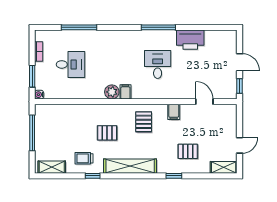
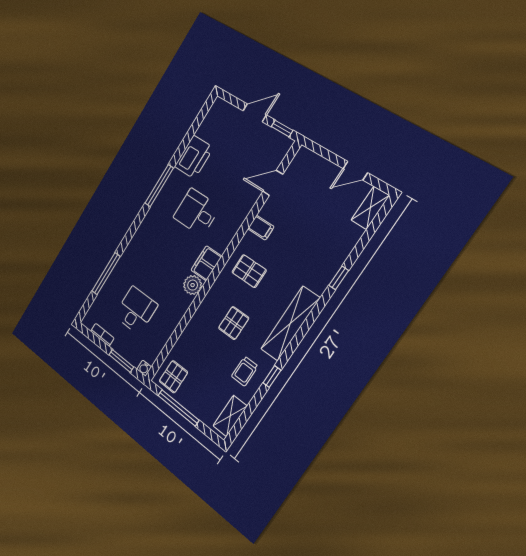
filing cabinet: (125, 92) -> (206, 263), width x2.00
door: (239, 145) -> (355, 171), swing flipped
pallet: (188, 151) -> (173, 377), moved

